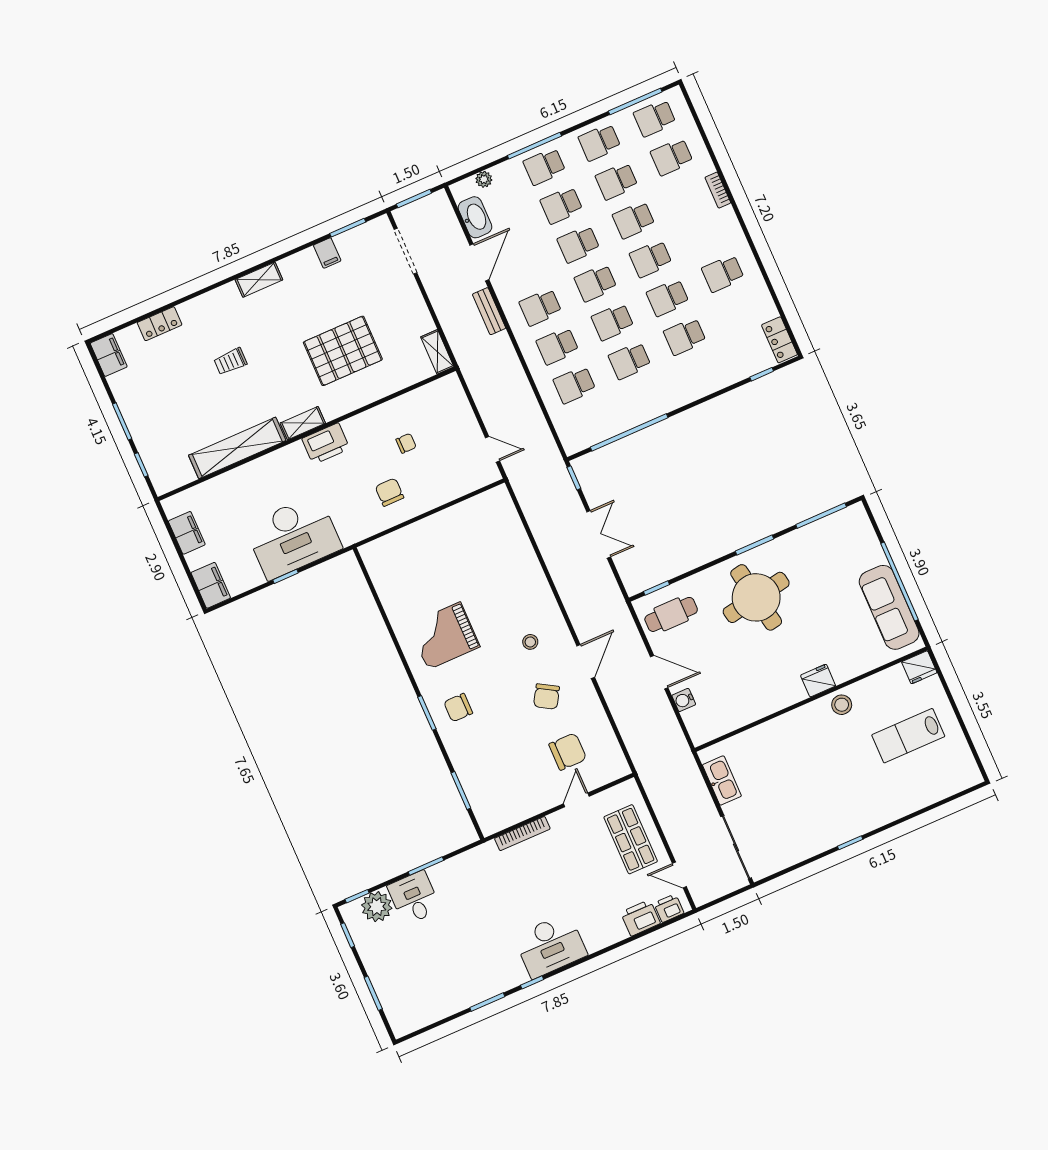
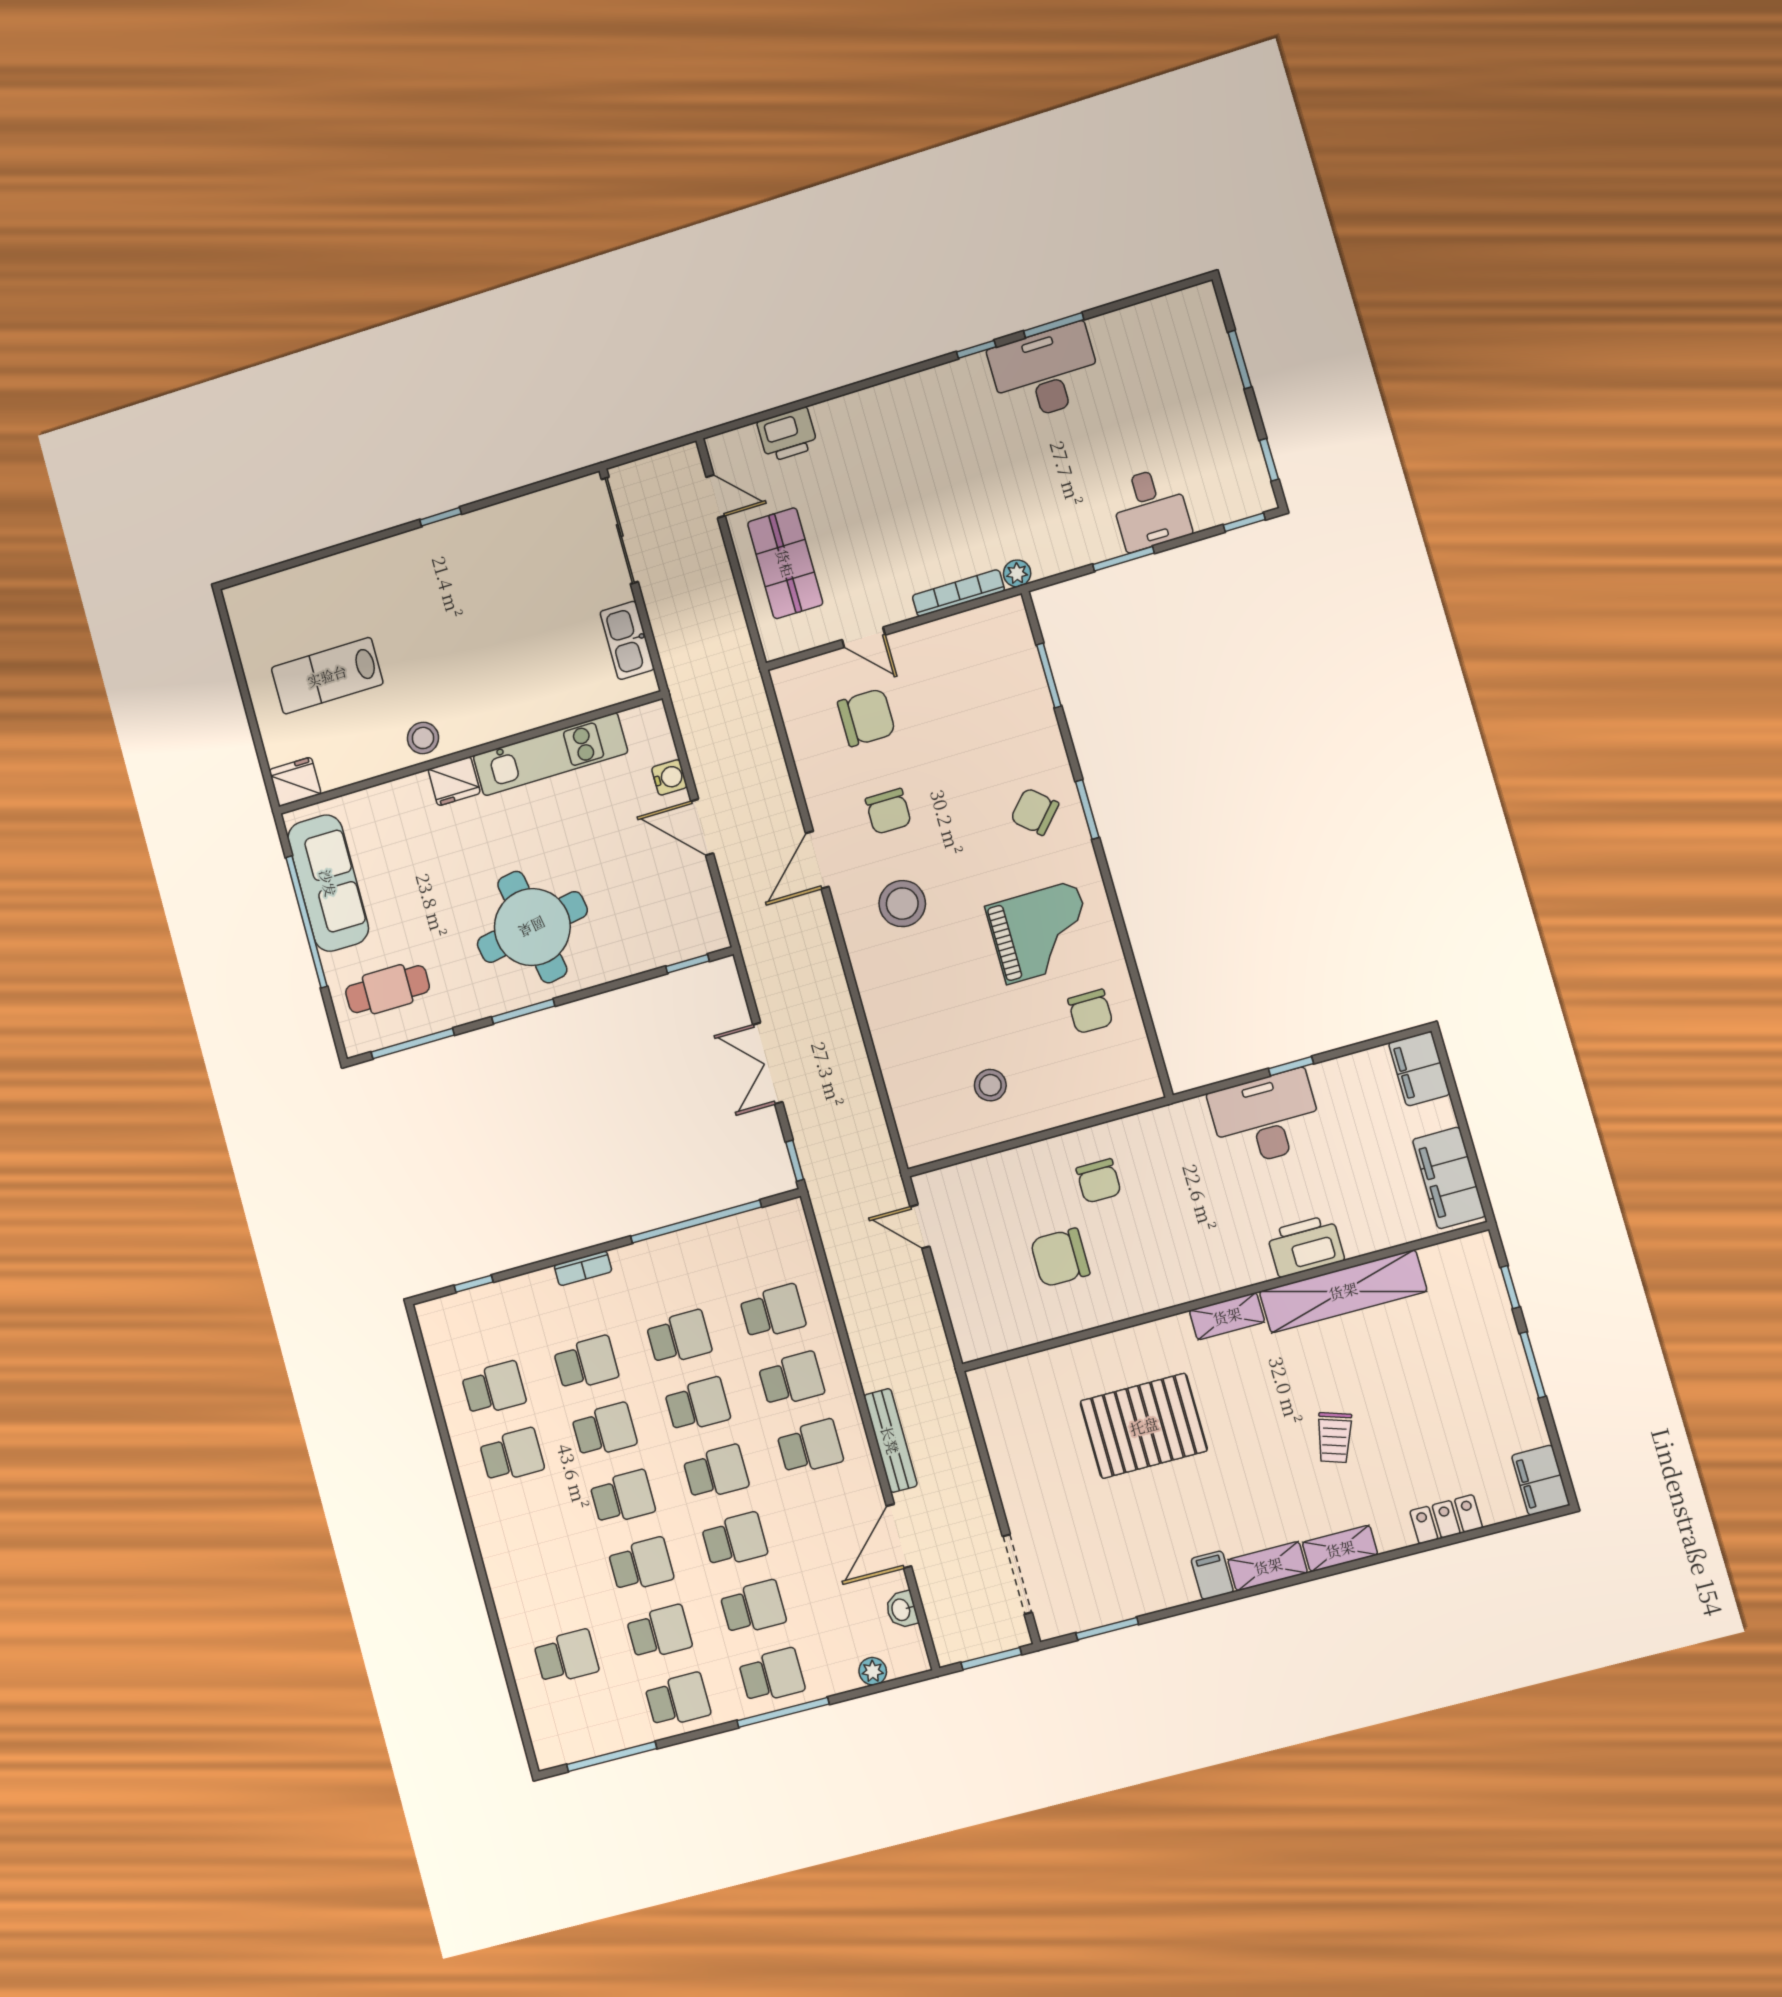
school desk: (655, 118) -> (494, 1389), moved
bookcase: (718, 190) -> (583, 1268), moved, turned 90
washbasin: (475, 217) -> (902, 1610), width x0.52, depth x0.69
filing cabinet: (327, 253) -> (1212, 1575), moved
bench: (489, 311) -> (890, 1440), width x1.36
locker: (779, 340) -> (438, 1335), removed
shelving: (437, 352) -> (1340, 1549), moved, turned 90
trolley: (230, 361) -> (1334, 1438), turned 108
chair: (406, 443) -> (1060, 1257), width x1.87, depth x1.87
printer: (326, 444) -> (1305, 1246), moved
filing cabinet: (187, 533) -> (1449, 1178), width x1.50, depth x1.17
desk: (293, 537) -> (1266, 1118), width x0.73, depth x0.77
stool: (462, 540) -> (990, 1085), added
chair: (408, 592) -> (1090, 1011), added
cafe table: (671, 614) -> (388, 989), moved
stool: (530, 642) -> (902, 904), width x1.89, depth x1.89
chair: (547, 696) -> (888, 811), turned 149
kitchen unit: (760, 705) -> (550, 754), added
chair: (458, 708) -> (1035, 812), turned -138
lab bench: (908, 736) -> (327, 676), turned 180
chair: (568, 752) -> (866, 718), turned 180
door: (576, 800) -> (864, 637), hinge flipped
plant: (377, 907) -> (1017, 573), moved, width x0.53, depth x0.53
printer: (669, 908) -> (740, 445), removed
desk: (550, 946) -> (1045, 373), moved

